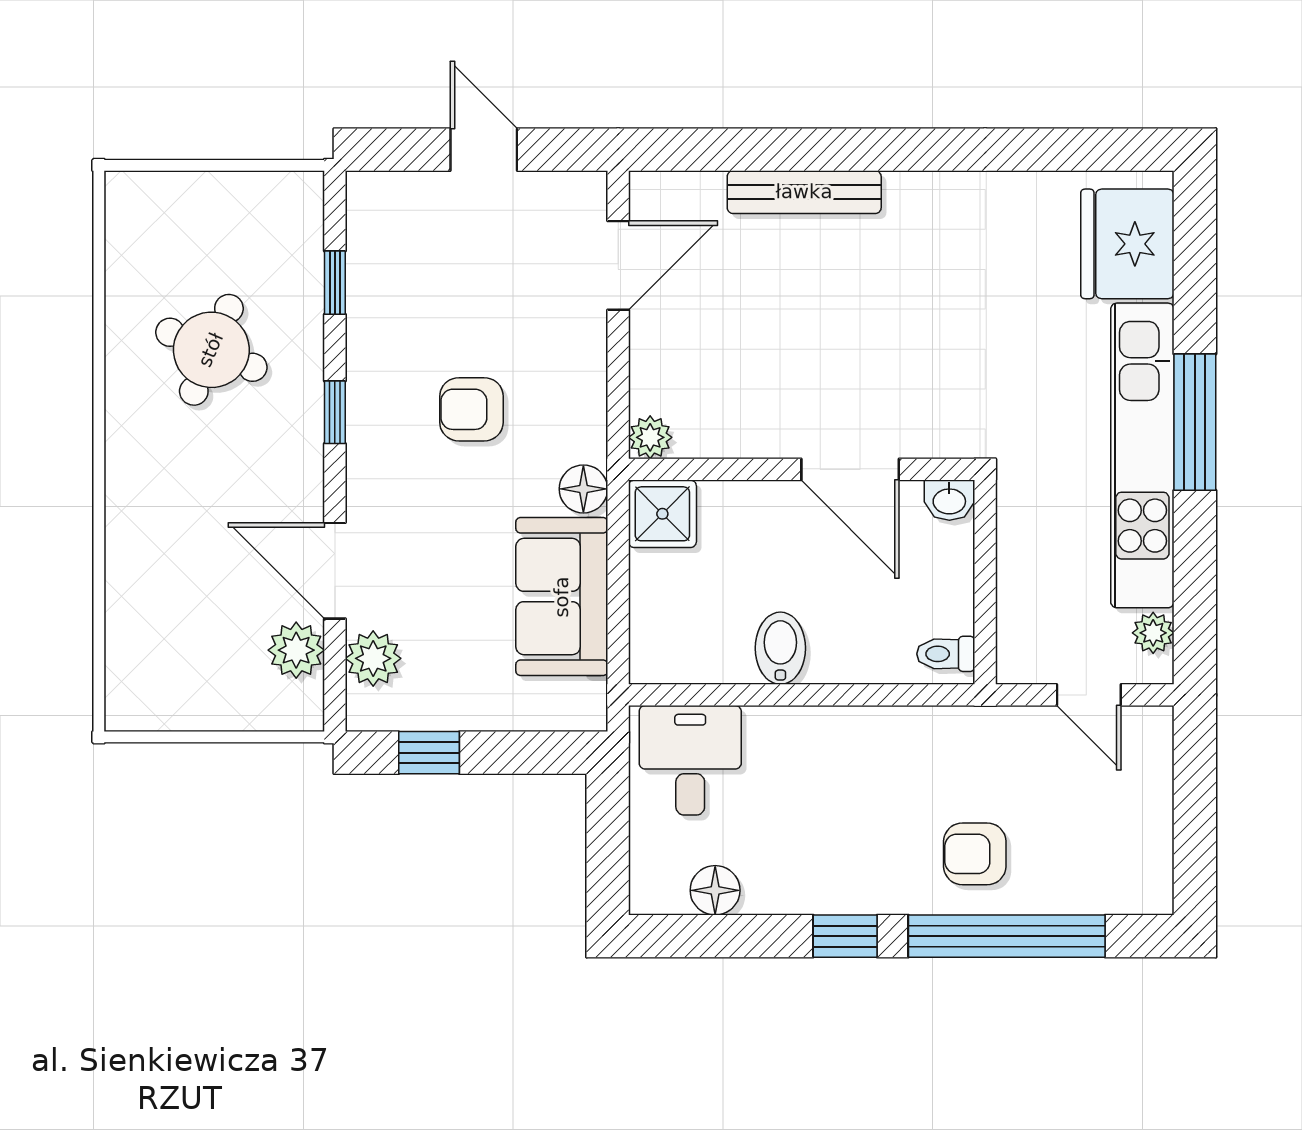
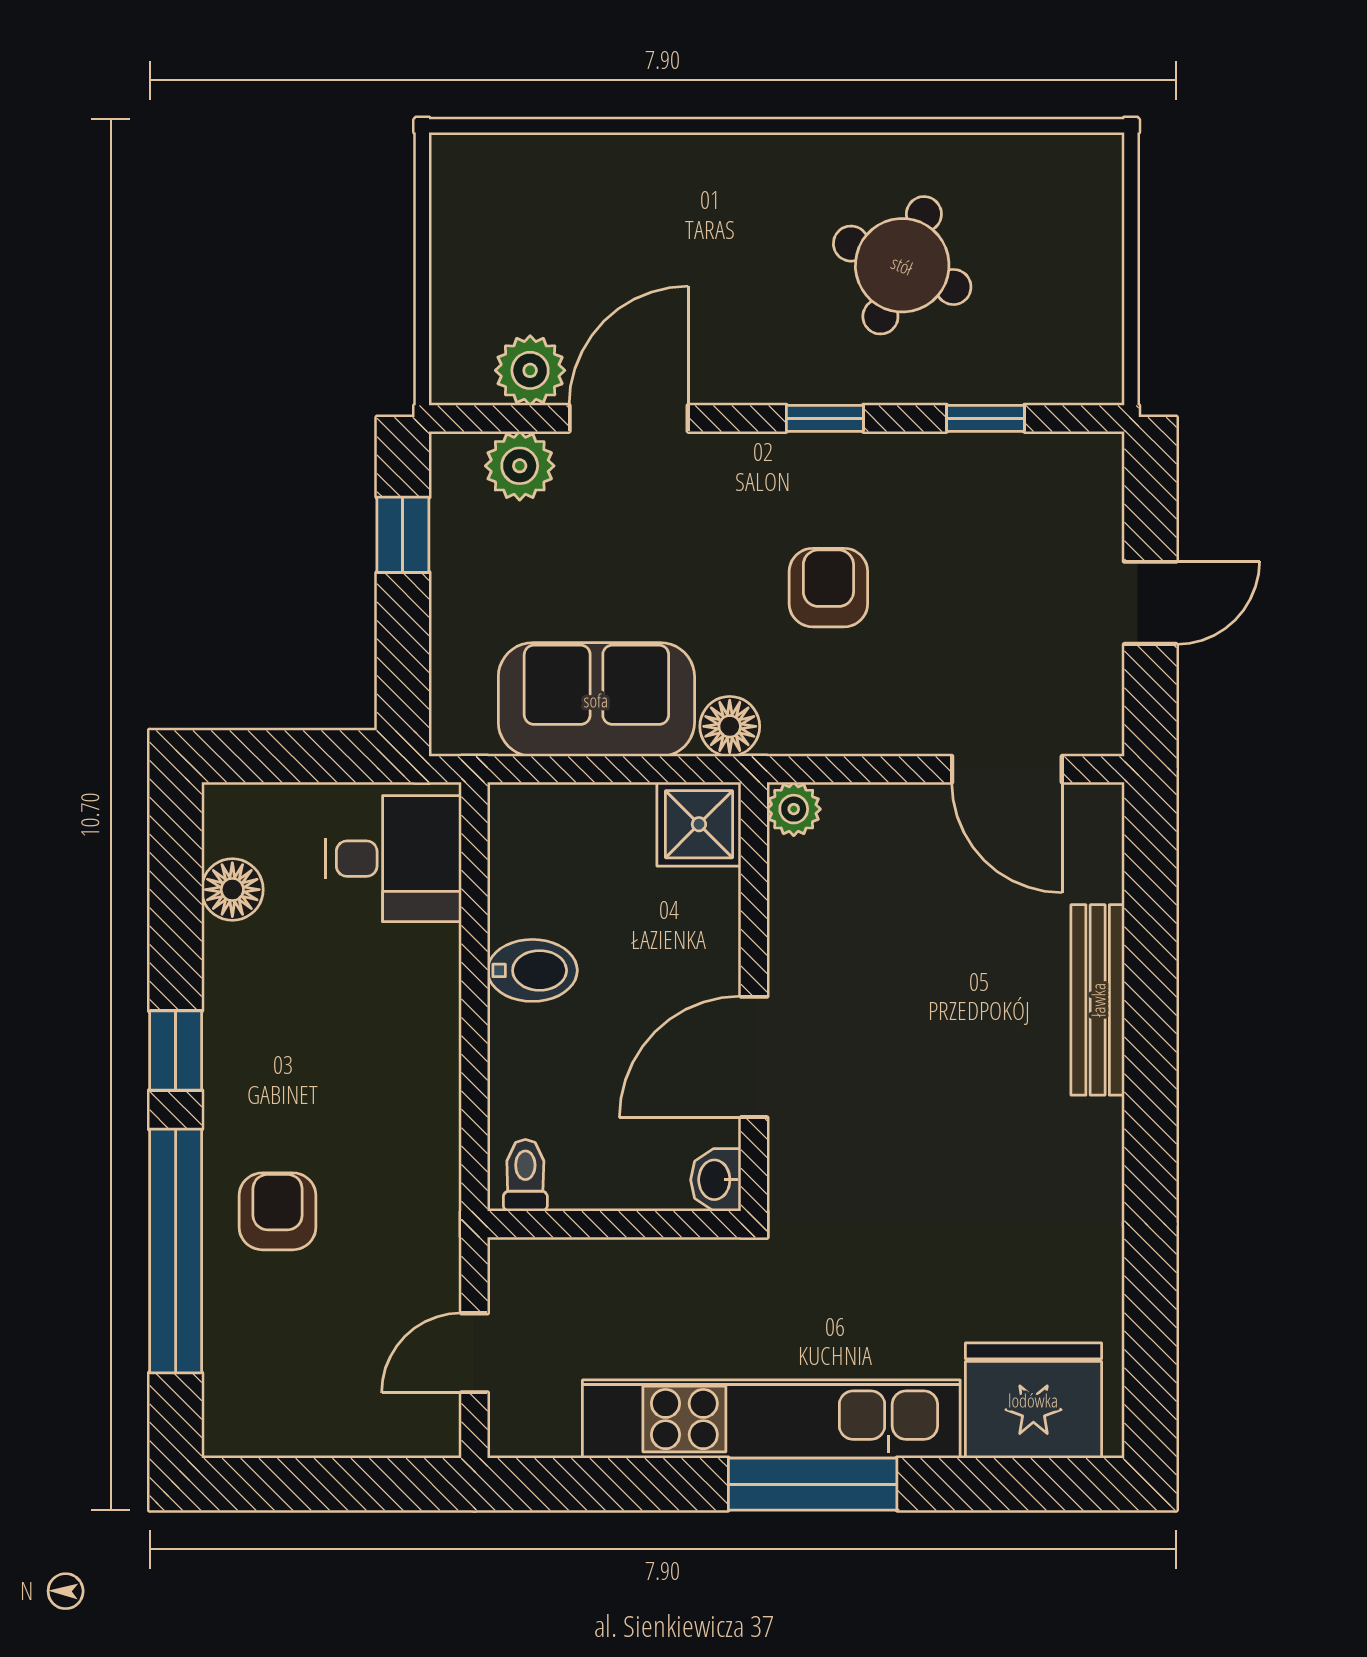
plant: (1153, 633) -> (551, 1432), removed

